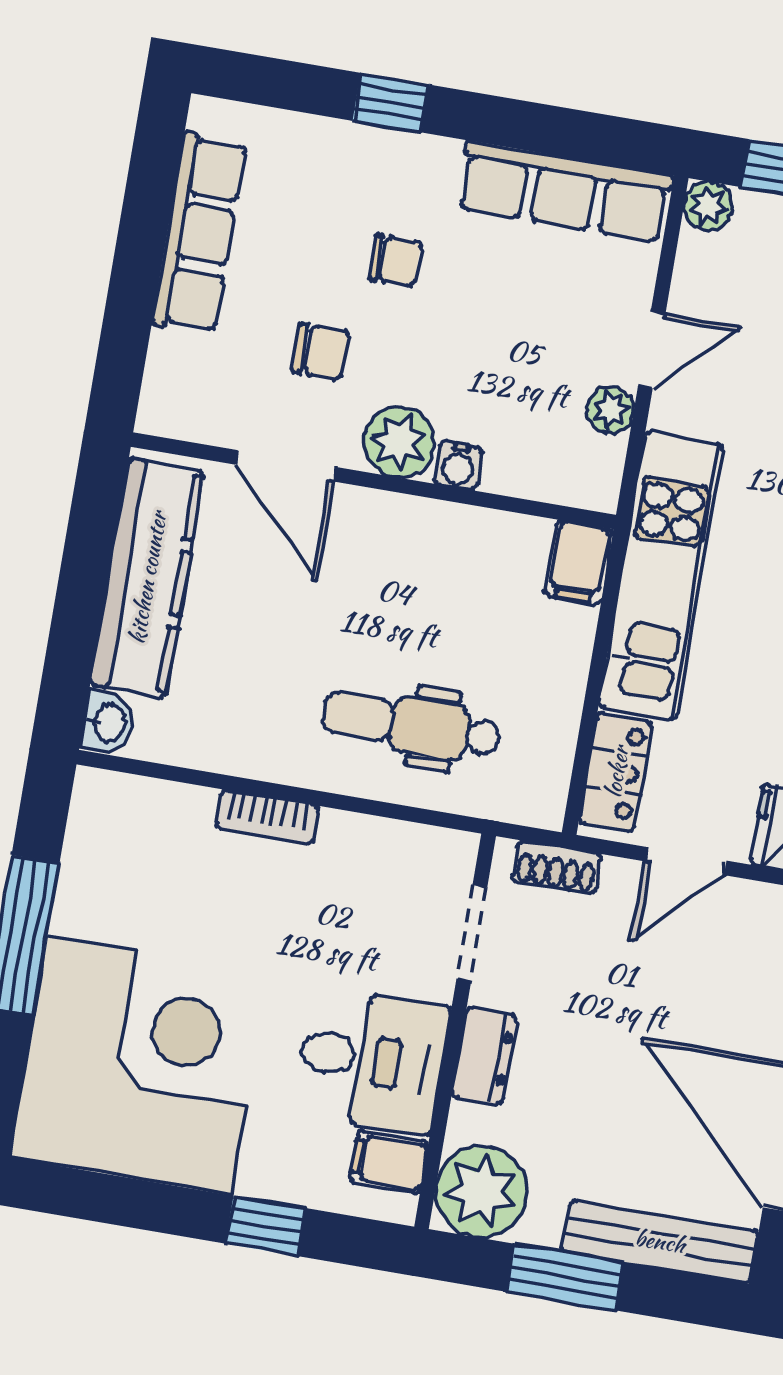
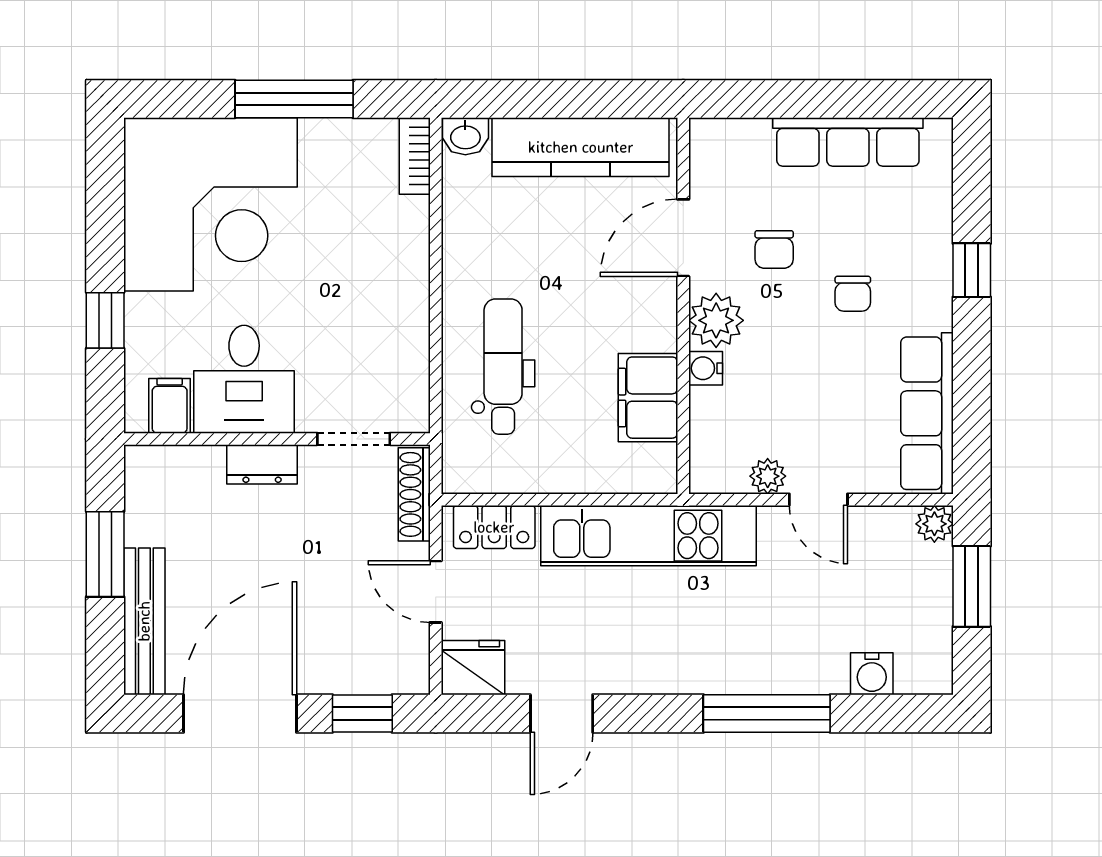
filing cabinet: (579, 562) -> (648, 398), moved, width x2.00
bookcase: (267, 817) -> (415, 156), moved
shoe rack: (556, 867) -> (414, 494), width x1.43
plant: (481, 1192) -> (159, 480), removed

